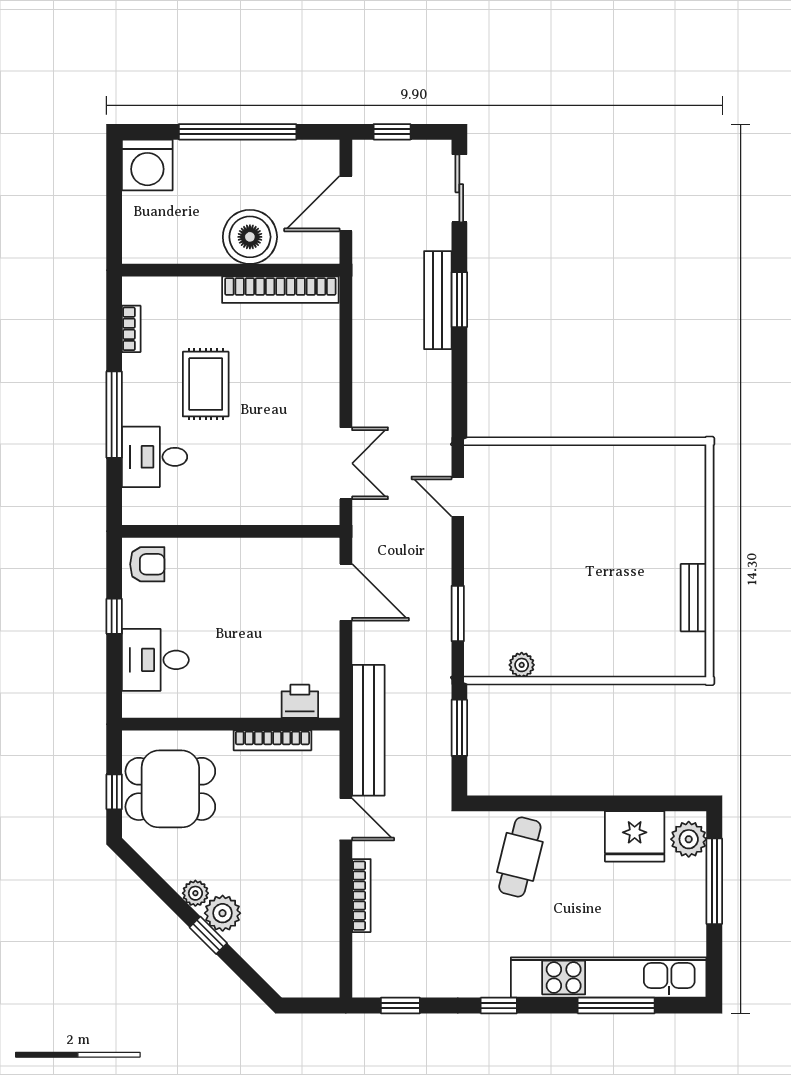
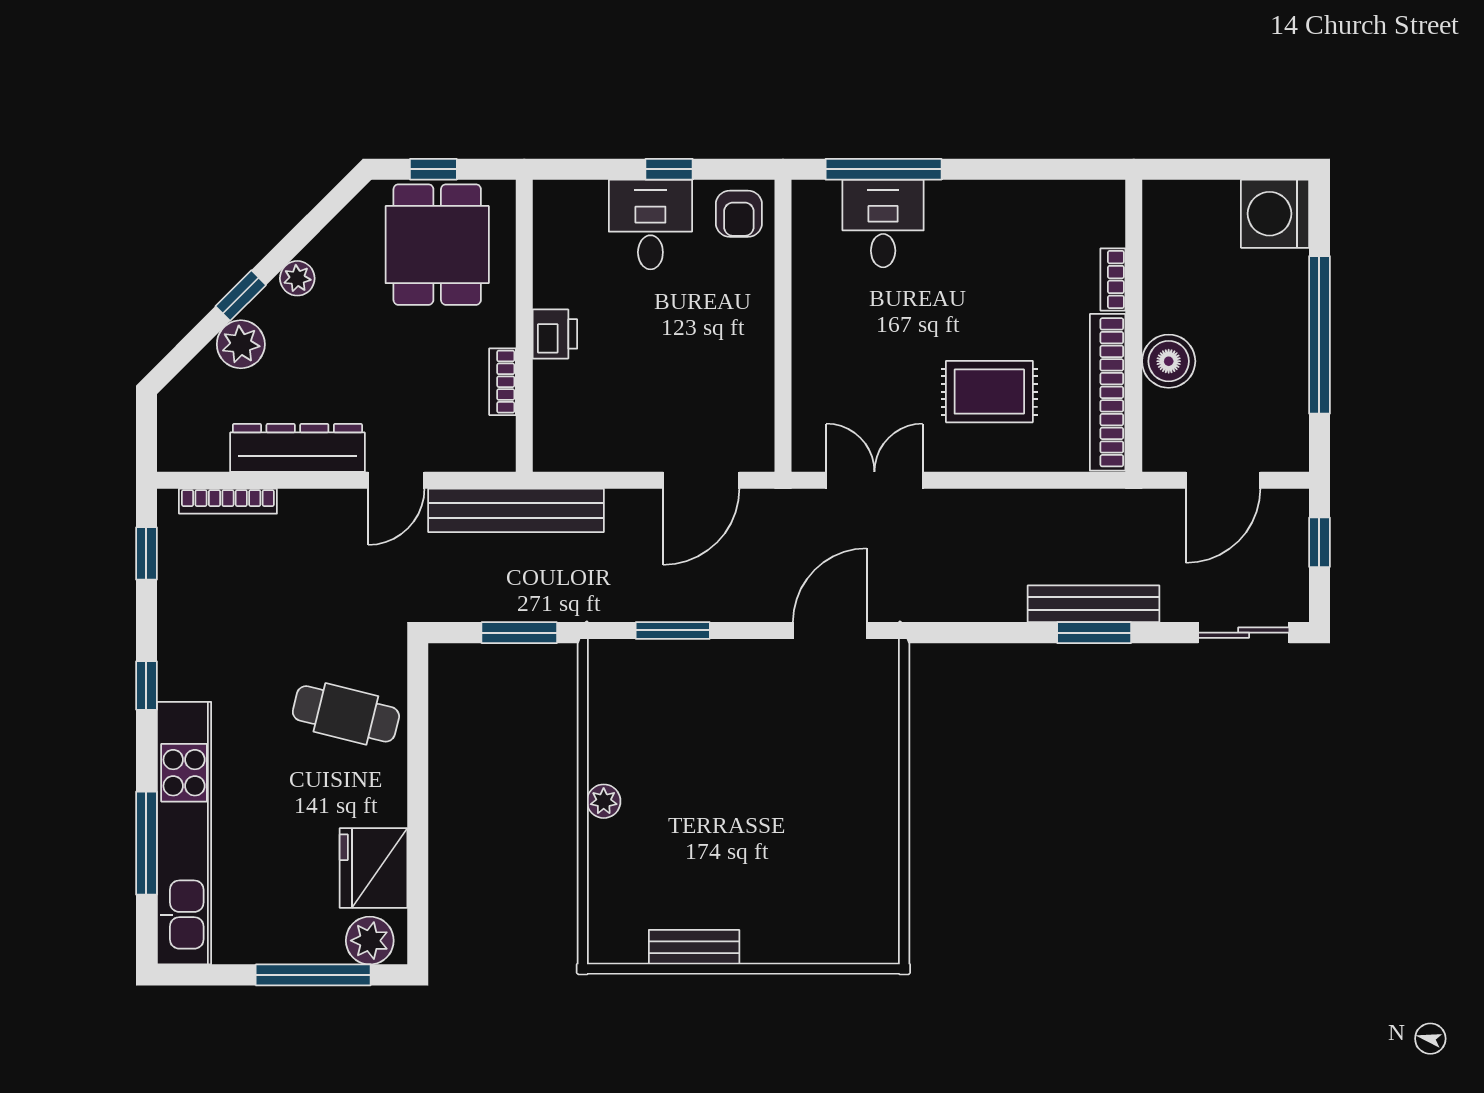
door: (346, 204) -> (1223, 480), swing flipped
boiler: (250, 237) -> (1169, 361), width x0.73, depth x0.73
bookcase: (131, 329) -> (1113, 280), moved, turned 90
rug: (206, 384) -> (989, 392), moved
window: (114, 415) -> (884, 169), moved
double door: (346, 463) -> (874, 480), swing flipped
door: (458, 497) -> (830, 630), width x1.38
desk: (155, 660) -> (650, 224), moved
plant: (522, 665) -> (604, 801), moved
printer: (300, 701) -> (555, 334), moved
bookcase: (272, 740) -> (503, 382), width x0.64
dresser: (322, 893) -> (297, 448), added
bookcase: (361, 896) -> (228, 501), moved
plant: (223, 913) -> (241, 344), moved

